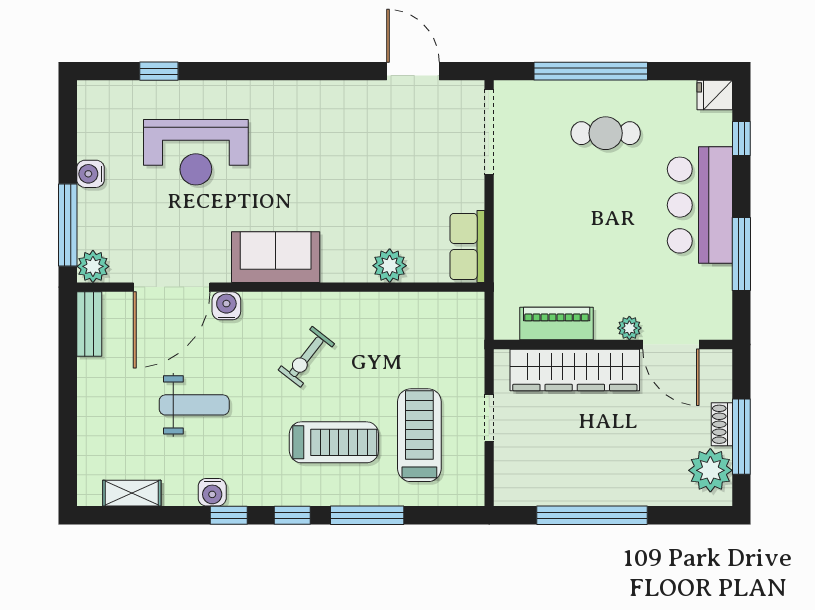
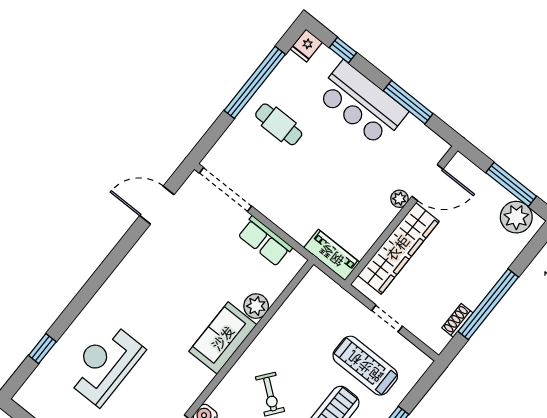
window: (591, 71) -> (255, 82), moved
cafe table: (606, 133) -> (279, 124), turned 90
reception desk: (196, 152) -> (105, 364), turned 180
row of seats: (467, 246) -> (265, 241), moved
sofa: (276, 257) -> (223, 338), moved
piano: (557, 324) -> (332, 255), moved, turned 90
shoe rack: (722, 424) -> (457, 320), moved, turned 90

